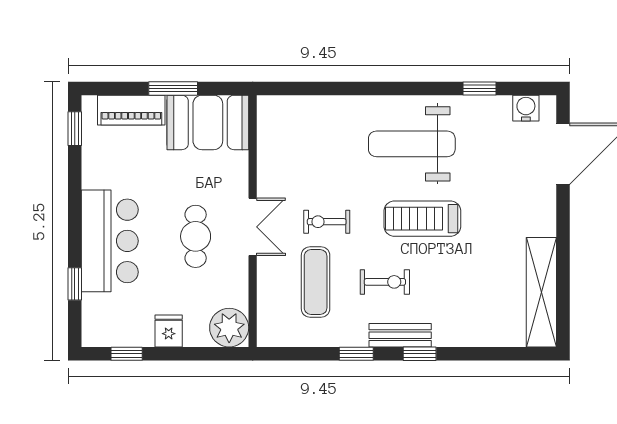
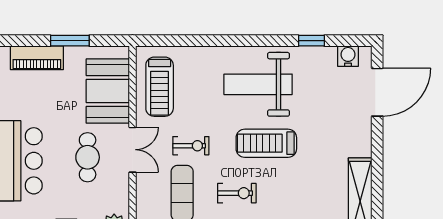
booth: (208, 122) -> (108, 91), moved, turned 90
treadmill: (287, 147) -> (160, 87), added
exercise bike: (327, 222) -> (191, 146), turned 180

